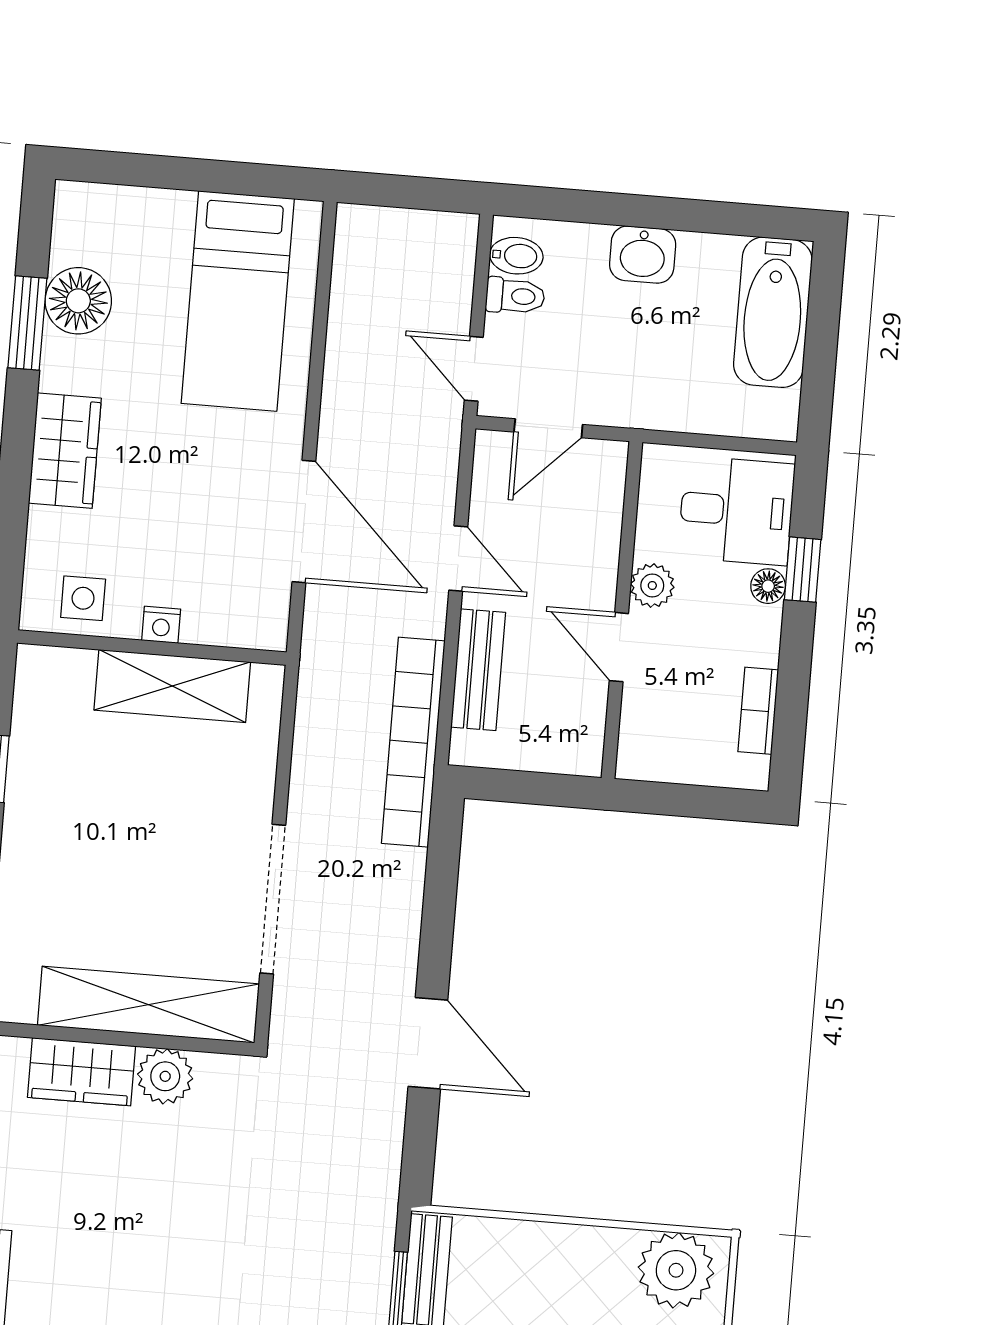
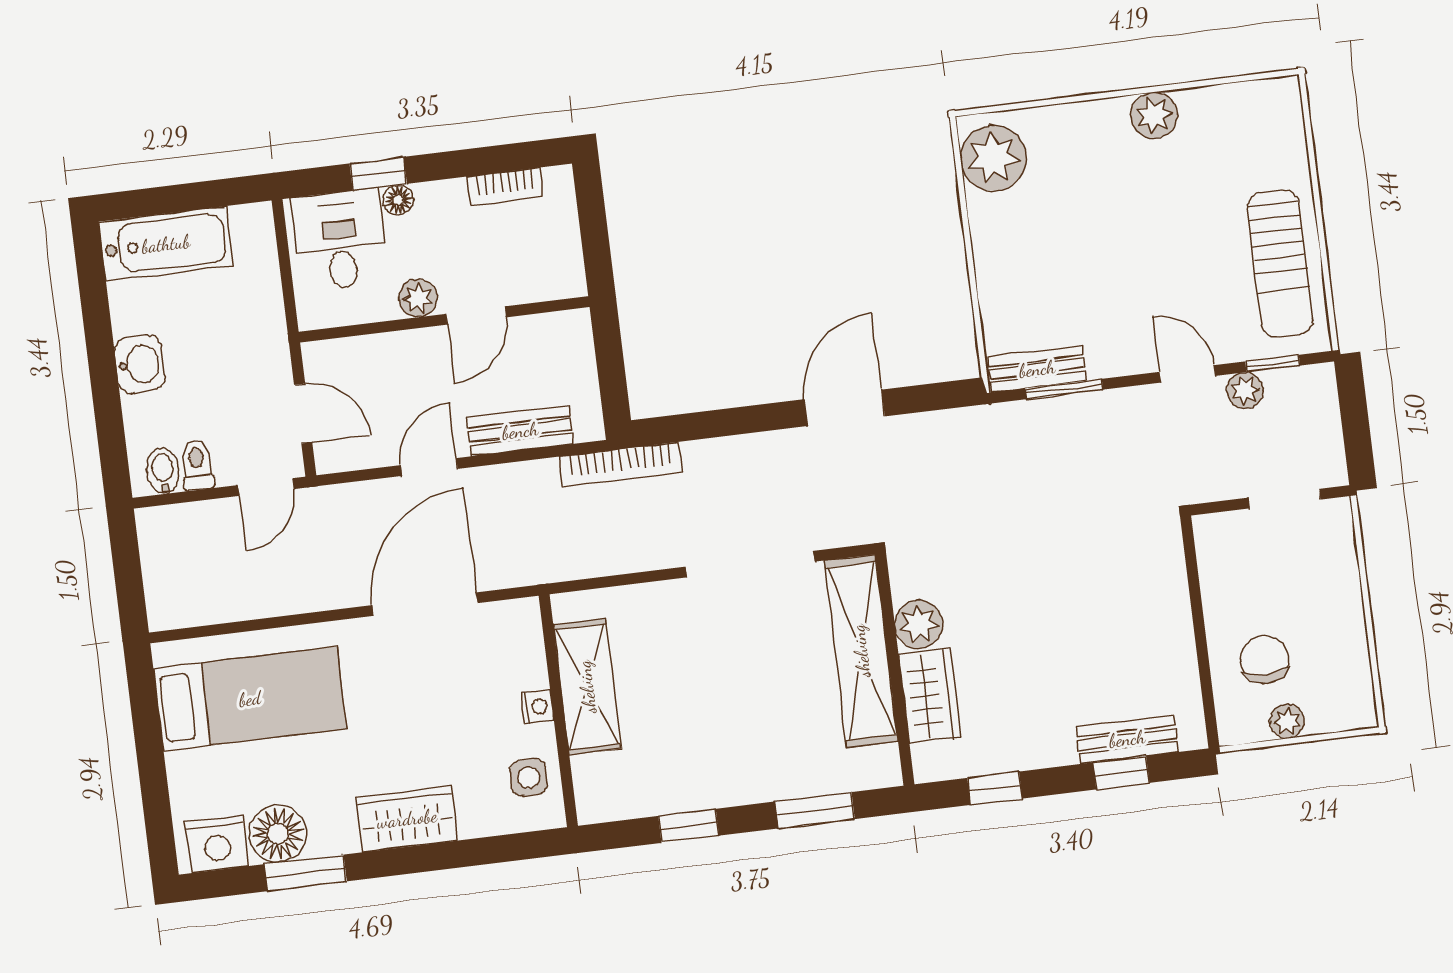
nightstand: (81, 230) -> (217, 844), added
bookcase: (413, 742) -> (621, 465), width x0.68, depth x0.76

